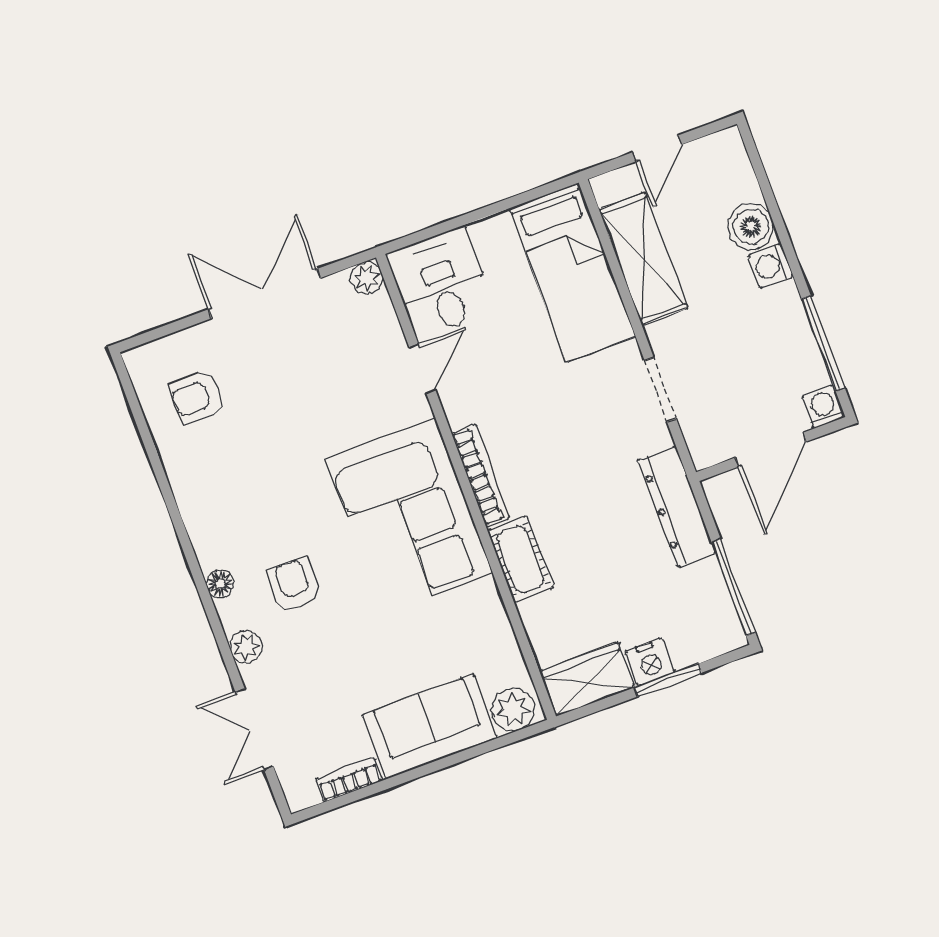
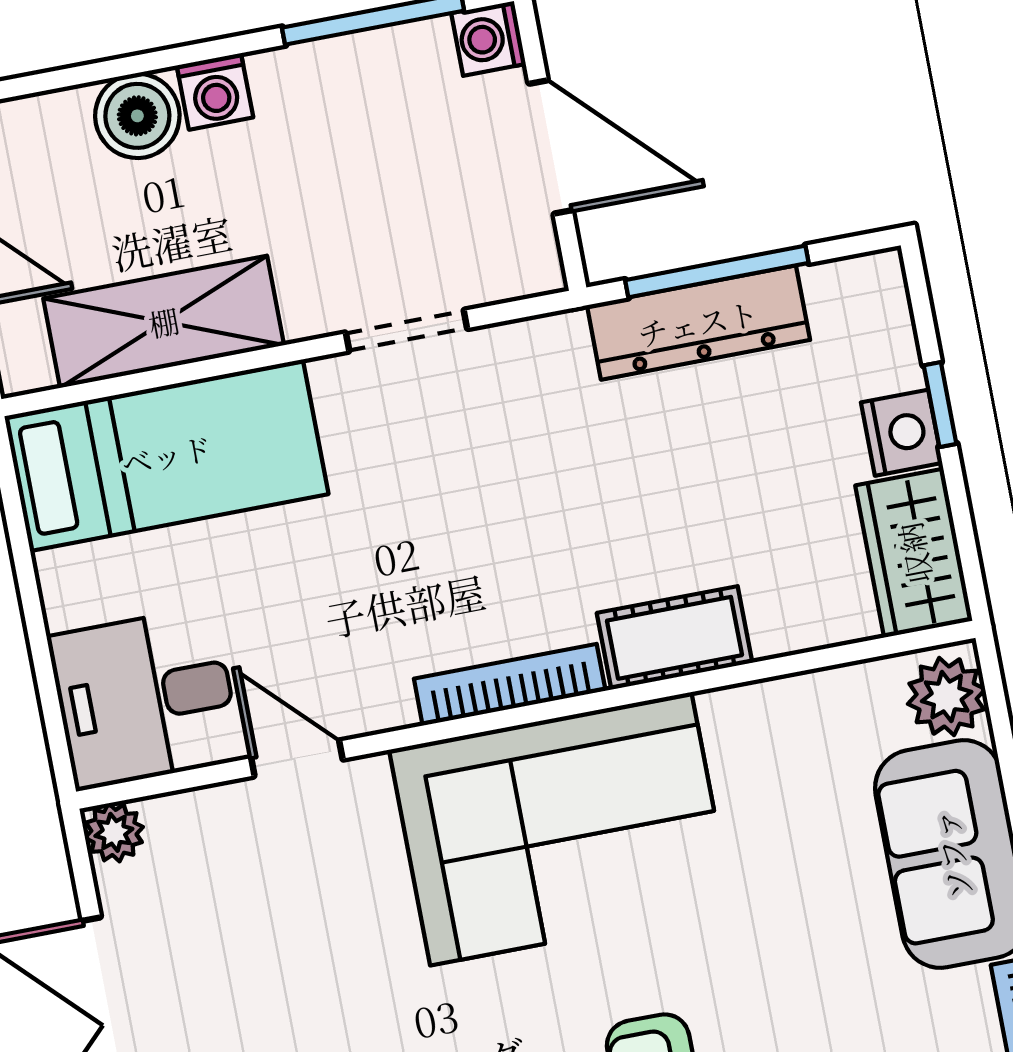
dresser: (677, 506) -> (698, 323), moved
window: (734, 587) -> (717, 272), moved
window: (668, 680) -> (940, 405), width x0.67

